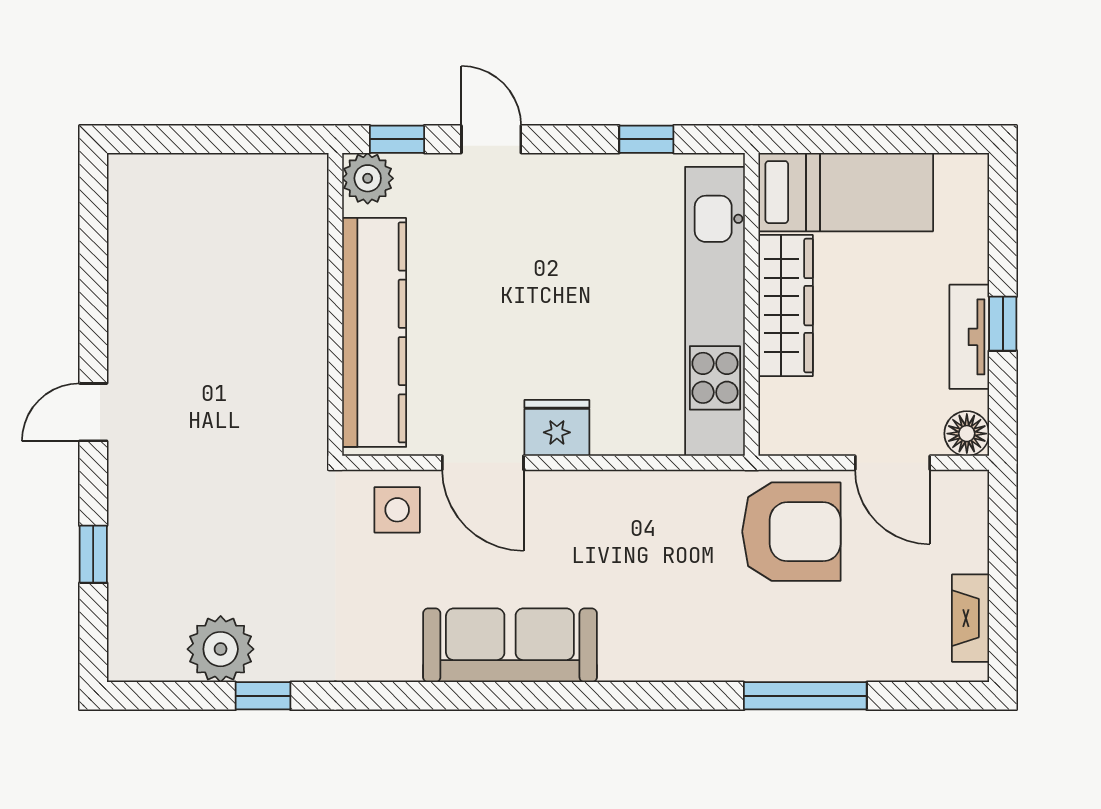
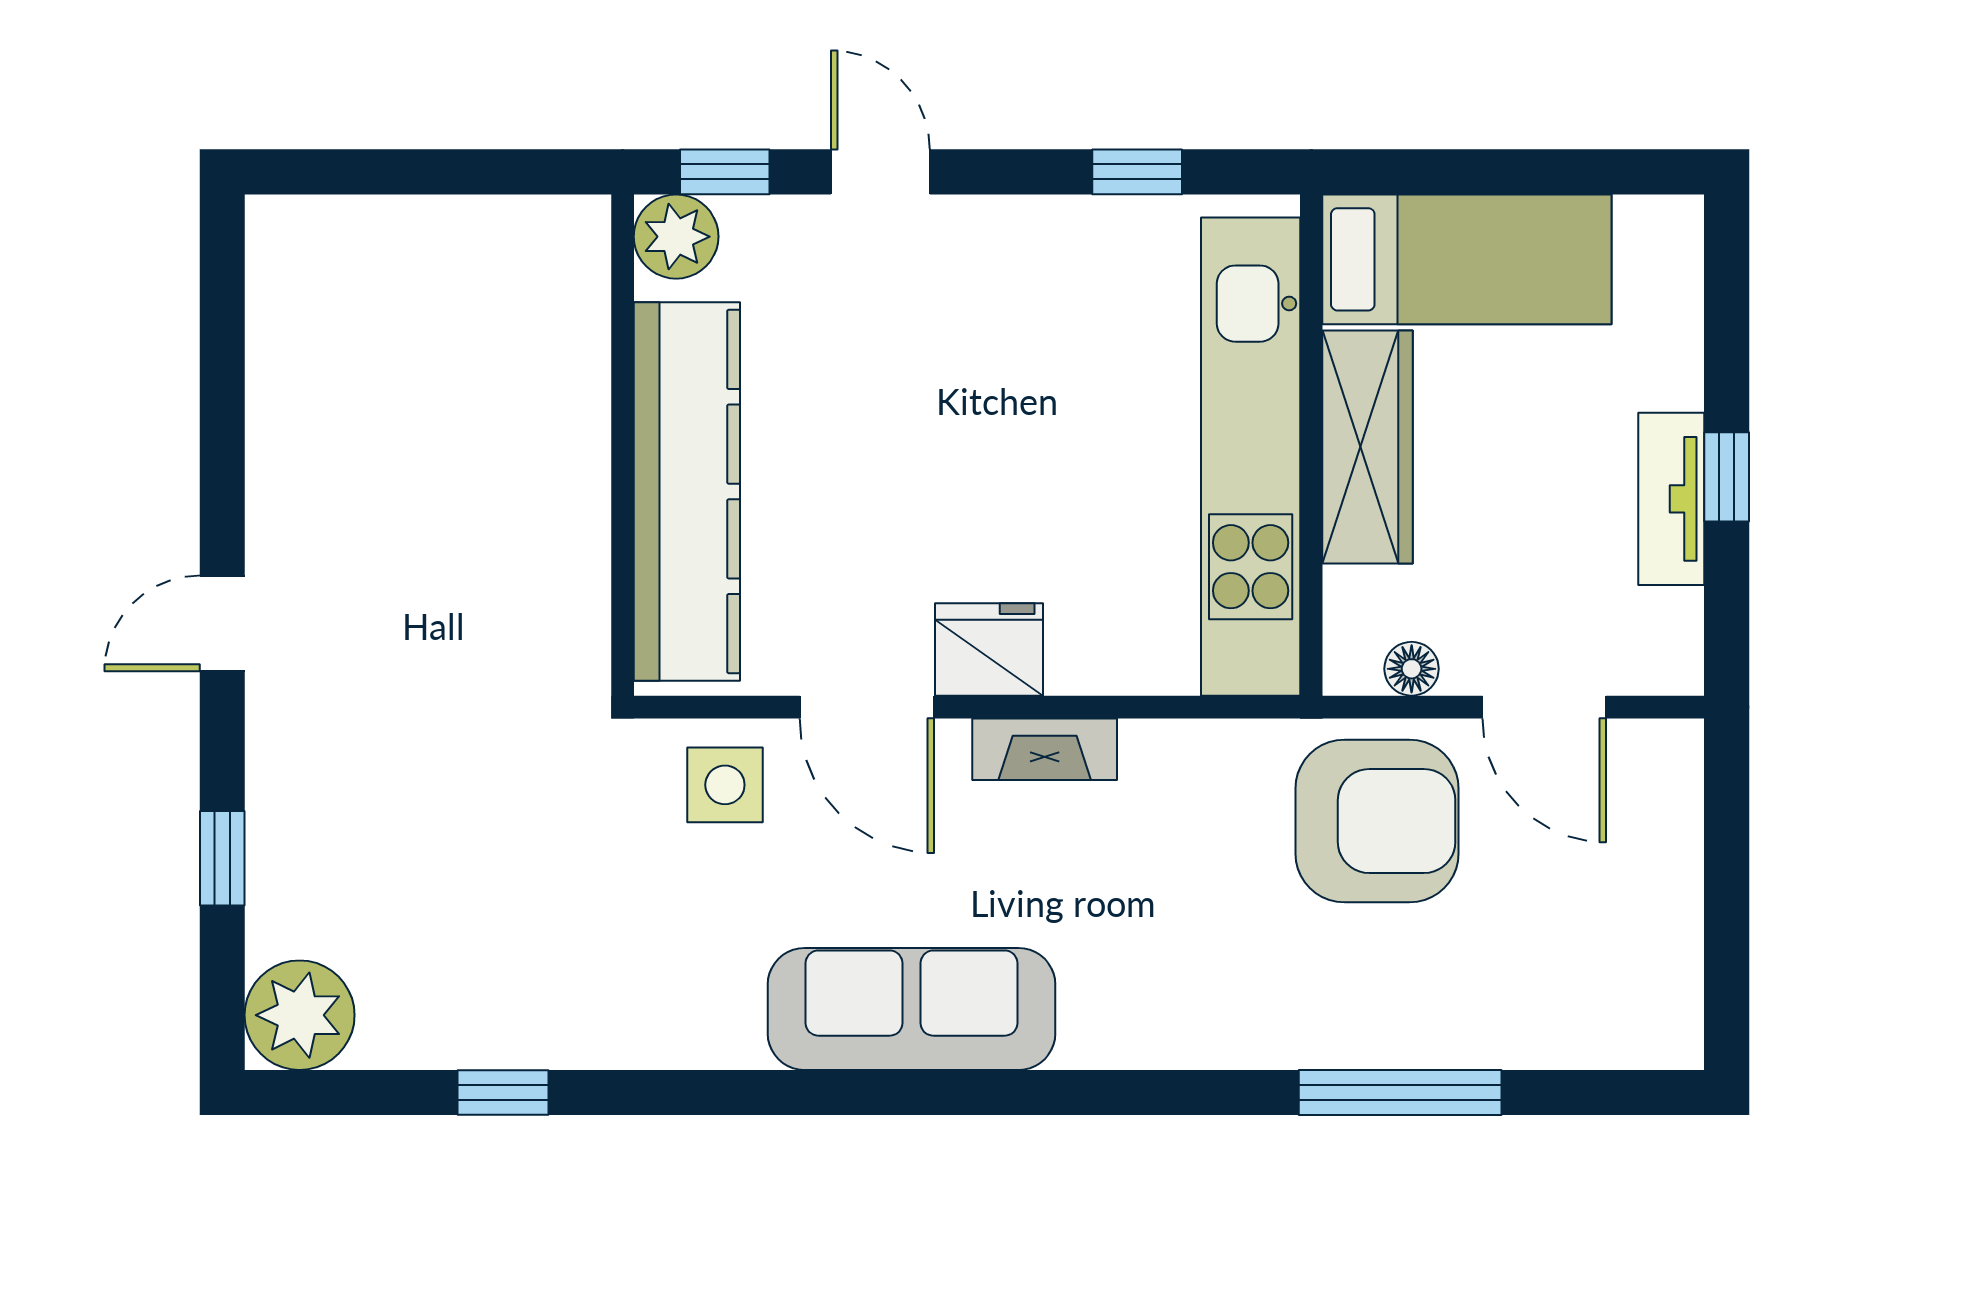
floor lamp: (967, 434) -> (1412, 669), moved, width x0.73, depth x0.73
fireplace: (971, 618) -> (1045, 749), moved, turned -90
plant: (221, 649) -> (300, 1015), moved

